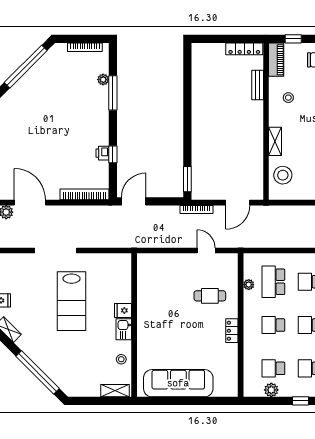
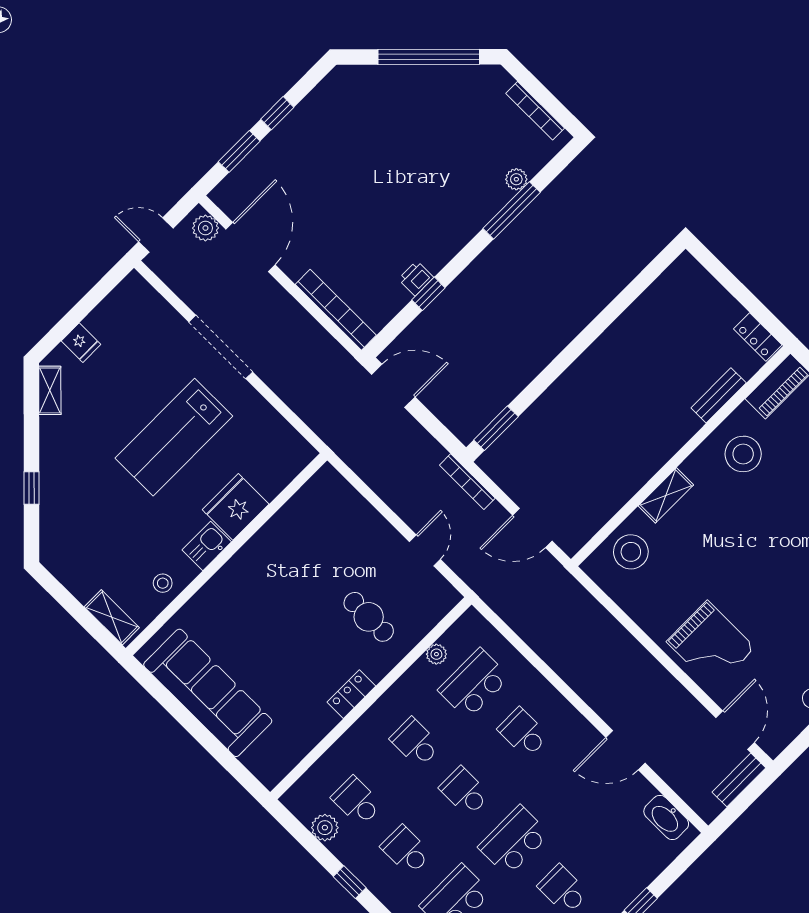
locker: (244, 49) -> (758, 337), width x0.66
stool: (288, 98) -> (743, 454), width x1.89, depth x1.89
fridge: (123, 310) -> (236, 507), width x1.88, depth x1.34
window: (38, 372) -> (31, 488), width x0.32

